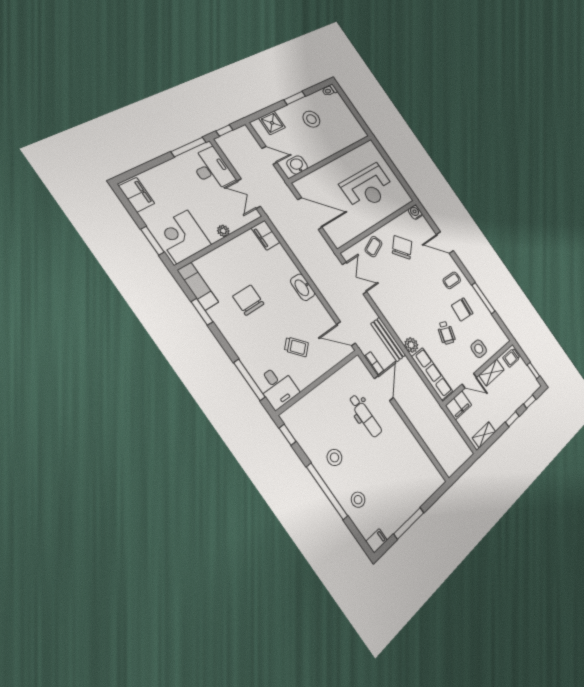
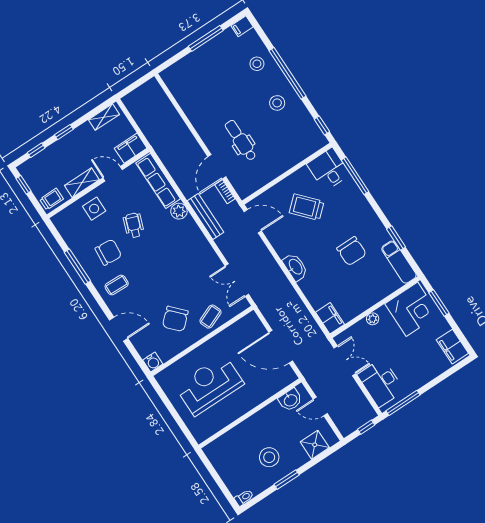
trolley: (296, 347) -> (307, 207), width x1.36, depth x1.39

